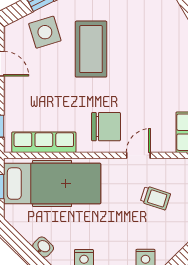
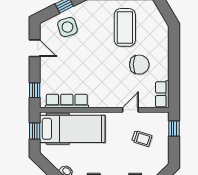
coffee table: (91, 49) -> (125, 27), moved
chair: (106, 127) -> (139, 65), moved

